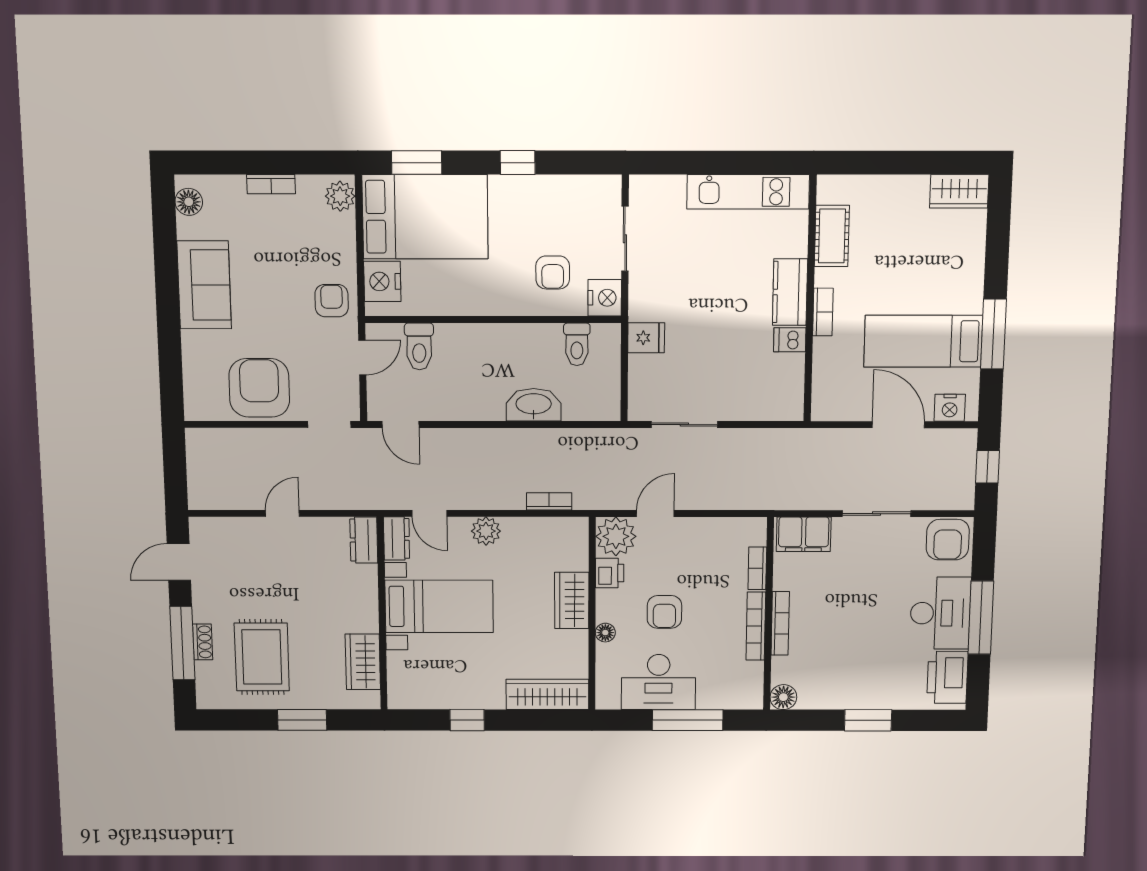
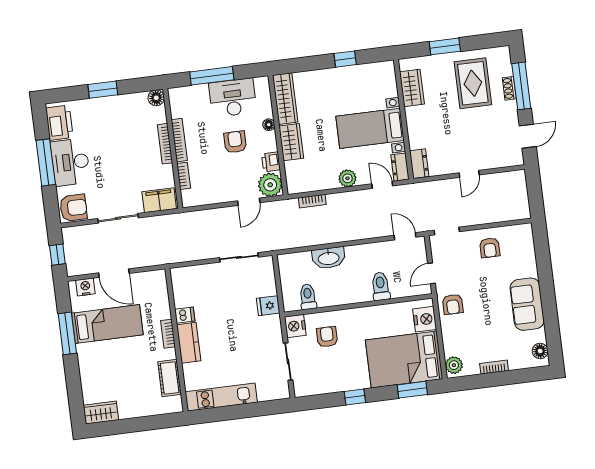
toilet: (419, 347) -> (381, 286), moved
armchair: (259, 388) -> (490, 248), width x0.53, depth x0.53
armchair: (948, 540) -> (73, 208), turned 90
wardrobe: (547, 694) -> (285, 99), moved, turned -90

